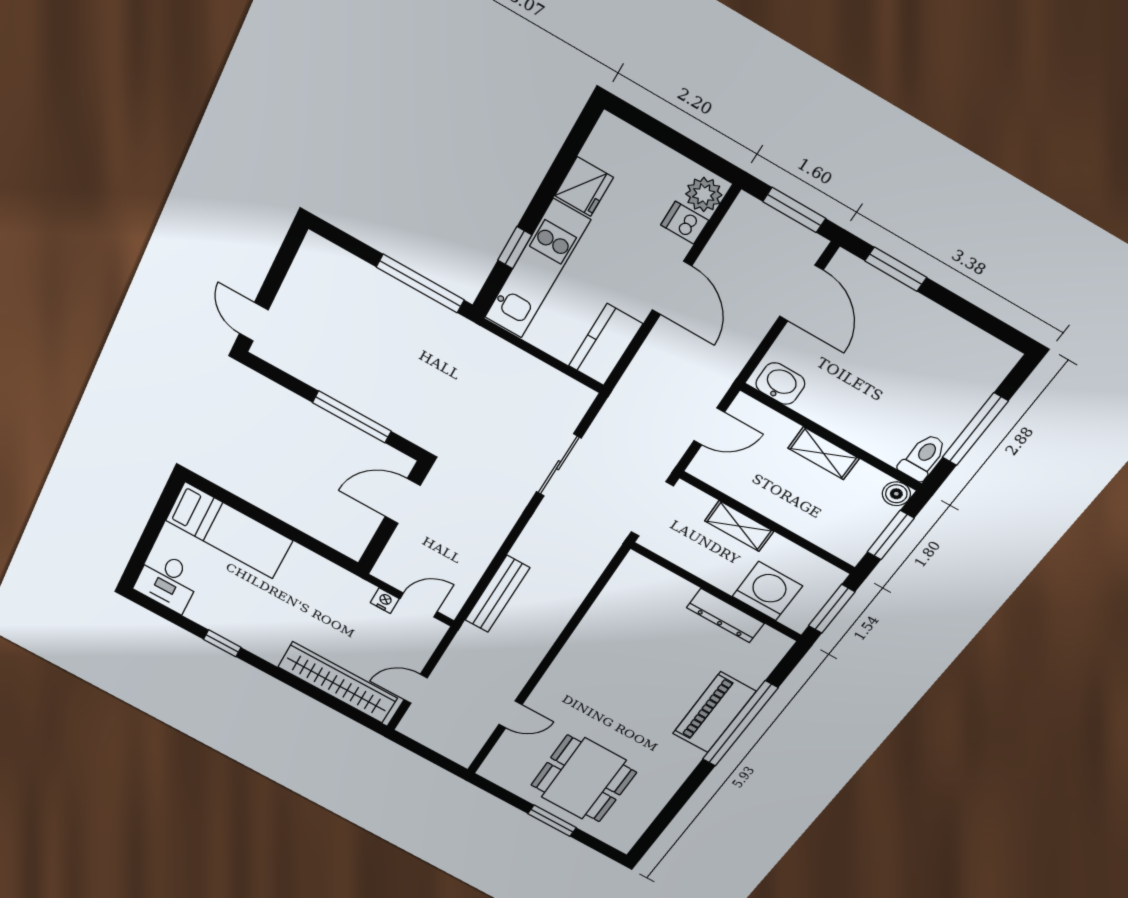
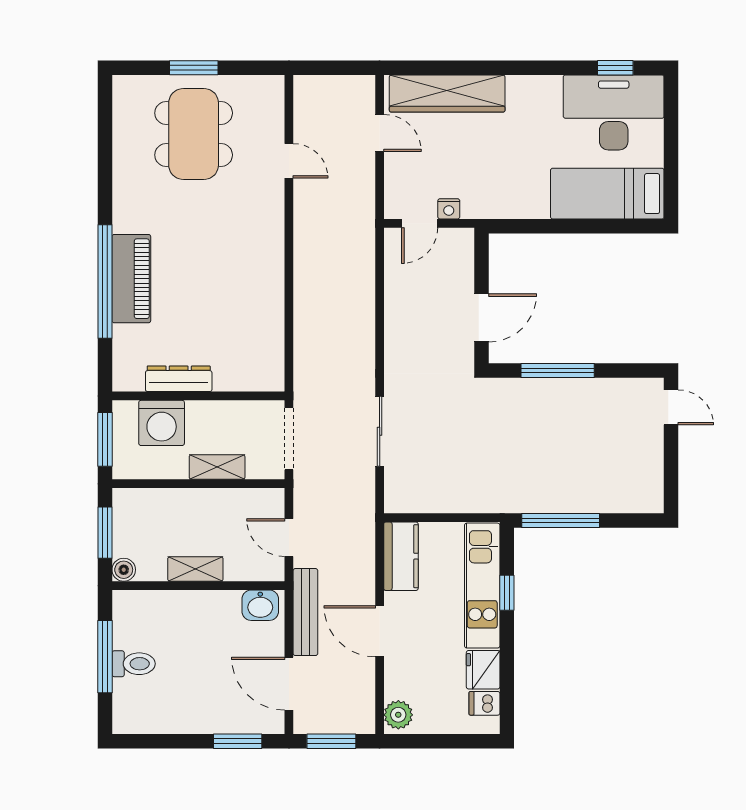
dishwasher: (685, 223) -> (484, 703), moved, turned 180
door: (709, 427) -> (289, 538), hinge flipped
toilet: (923, 457) -> (134, 664), moved, turned -90
desk: (167, 581) -> (614, 112), width x1.87, depth x1.30
bench: (497, 594) -> (305, 612), moved
window: (222, 643) -> (615, 68), moved
door: (416, 689) -> (380, 133), hinge flipped
door: (510, 714) -> (289, 161), swing flipped

